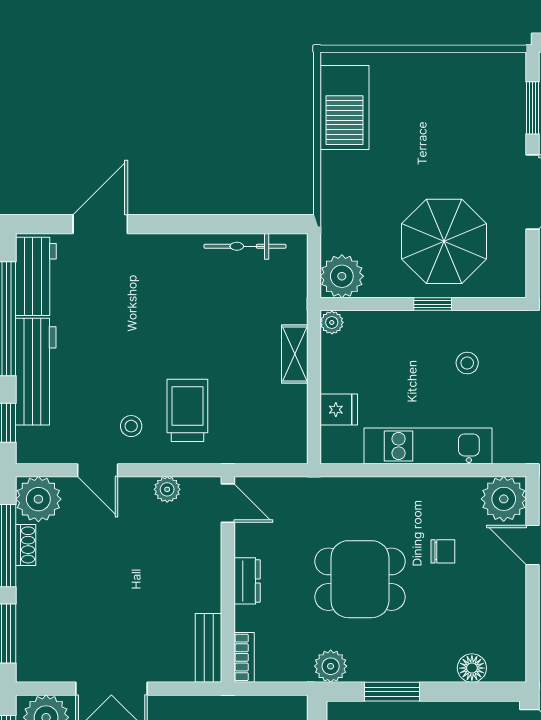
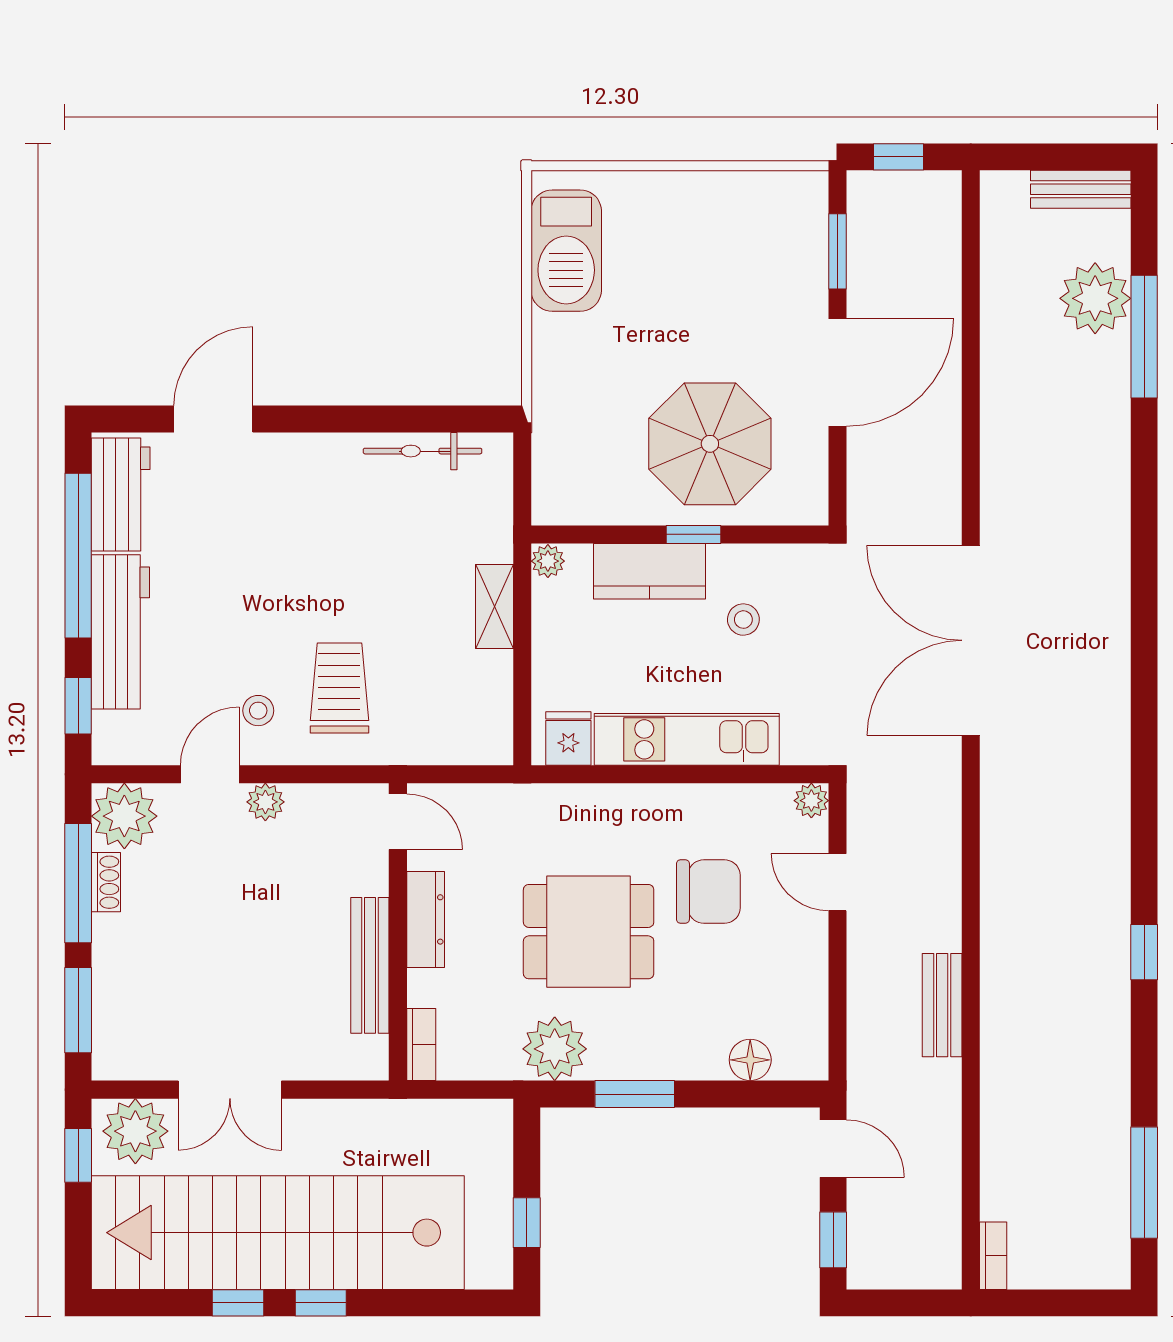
plant: (342, 276) -> (562, 494), removed
kitchen counter: (402, 330) -> (650, 571), added
fridge: (339, 410) -> (568, 739), moved, turned -90
door: (98, 470) -> (210, 774), swing flipped
plant: (167, 489) -> (265, 802), moved
plant: (504, 499) -> (811, 801), width x0.53, depth x0.53
chair: (443, 551) -> (708, 892), width x1.87, depth x1.87
dresser: (247, 581) -> (426, 919), width x1.44
bench: (209, 648) -> (370, 965), moved, width x1.36
plant: (331, 666) -> (555, 1049), width x1.36, depth x1.36

